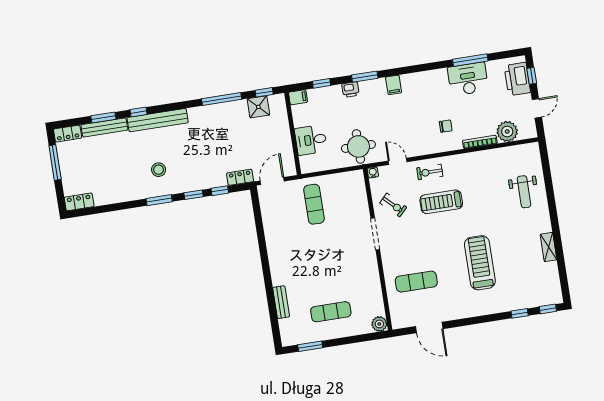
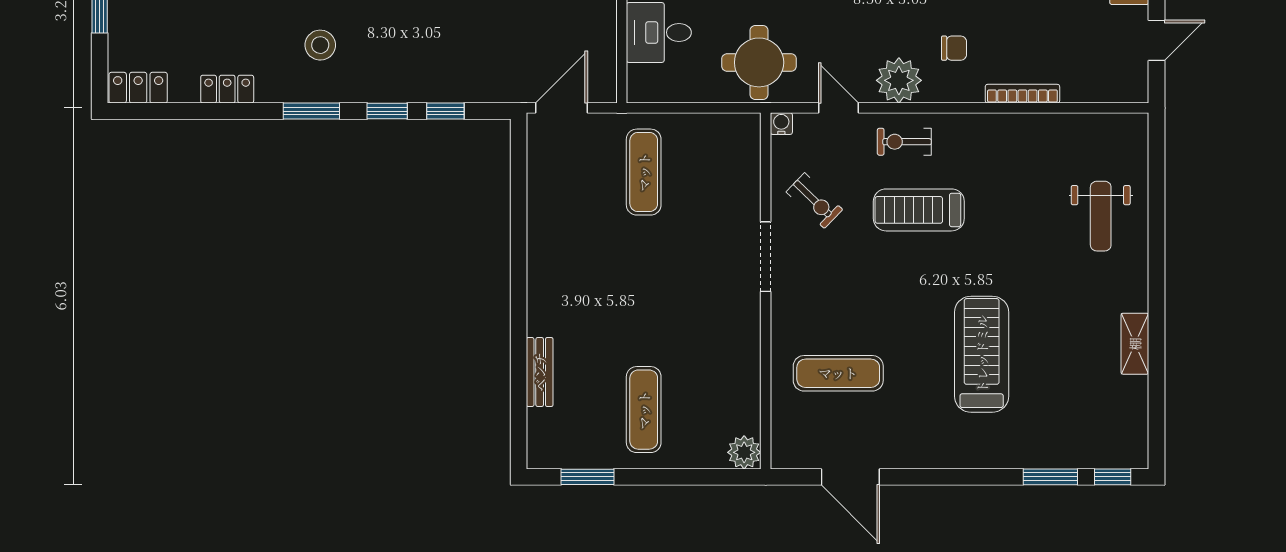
plant: (507, 131) -> (899, 80), moved
locker: (240, 177) -> (227, 89), moved
exercise mat: (331, 312) -> (644, 410), turned 90
window: (520, 313) -> (1050, 477), width x1.50

